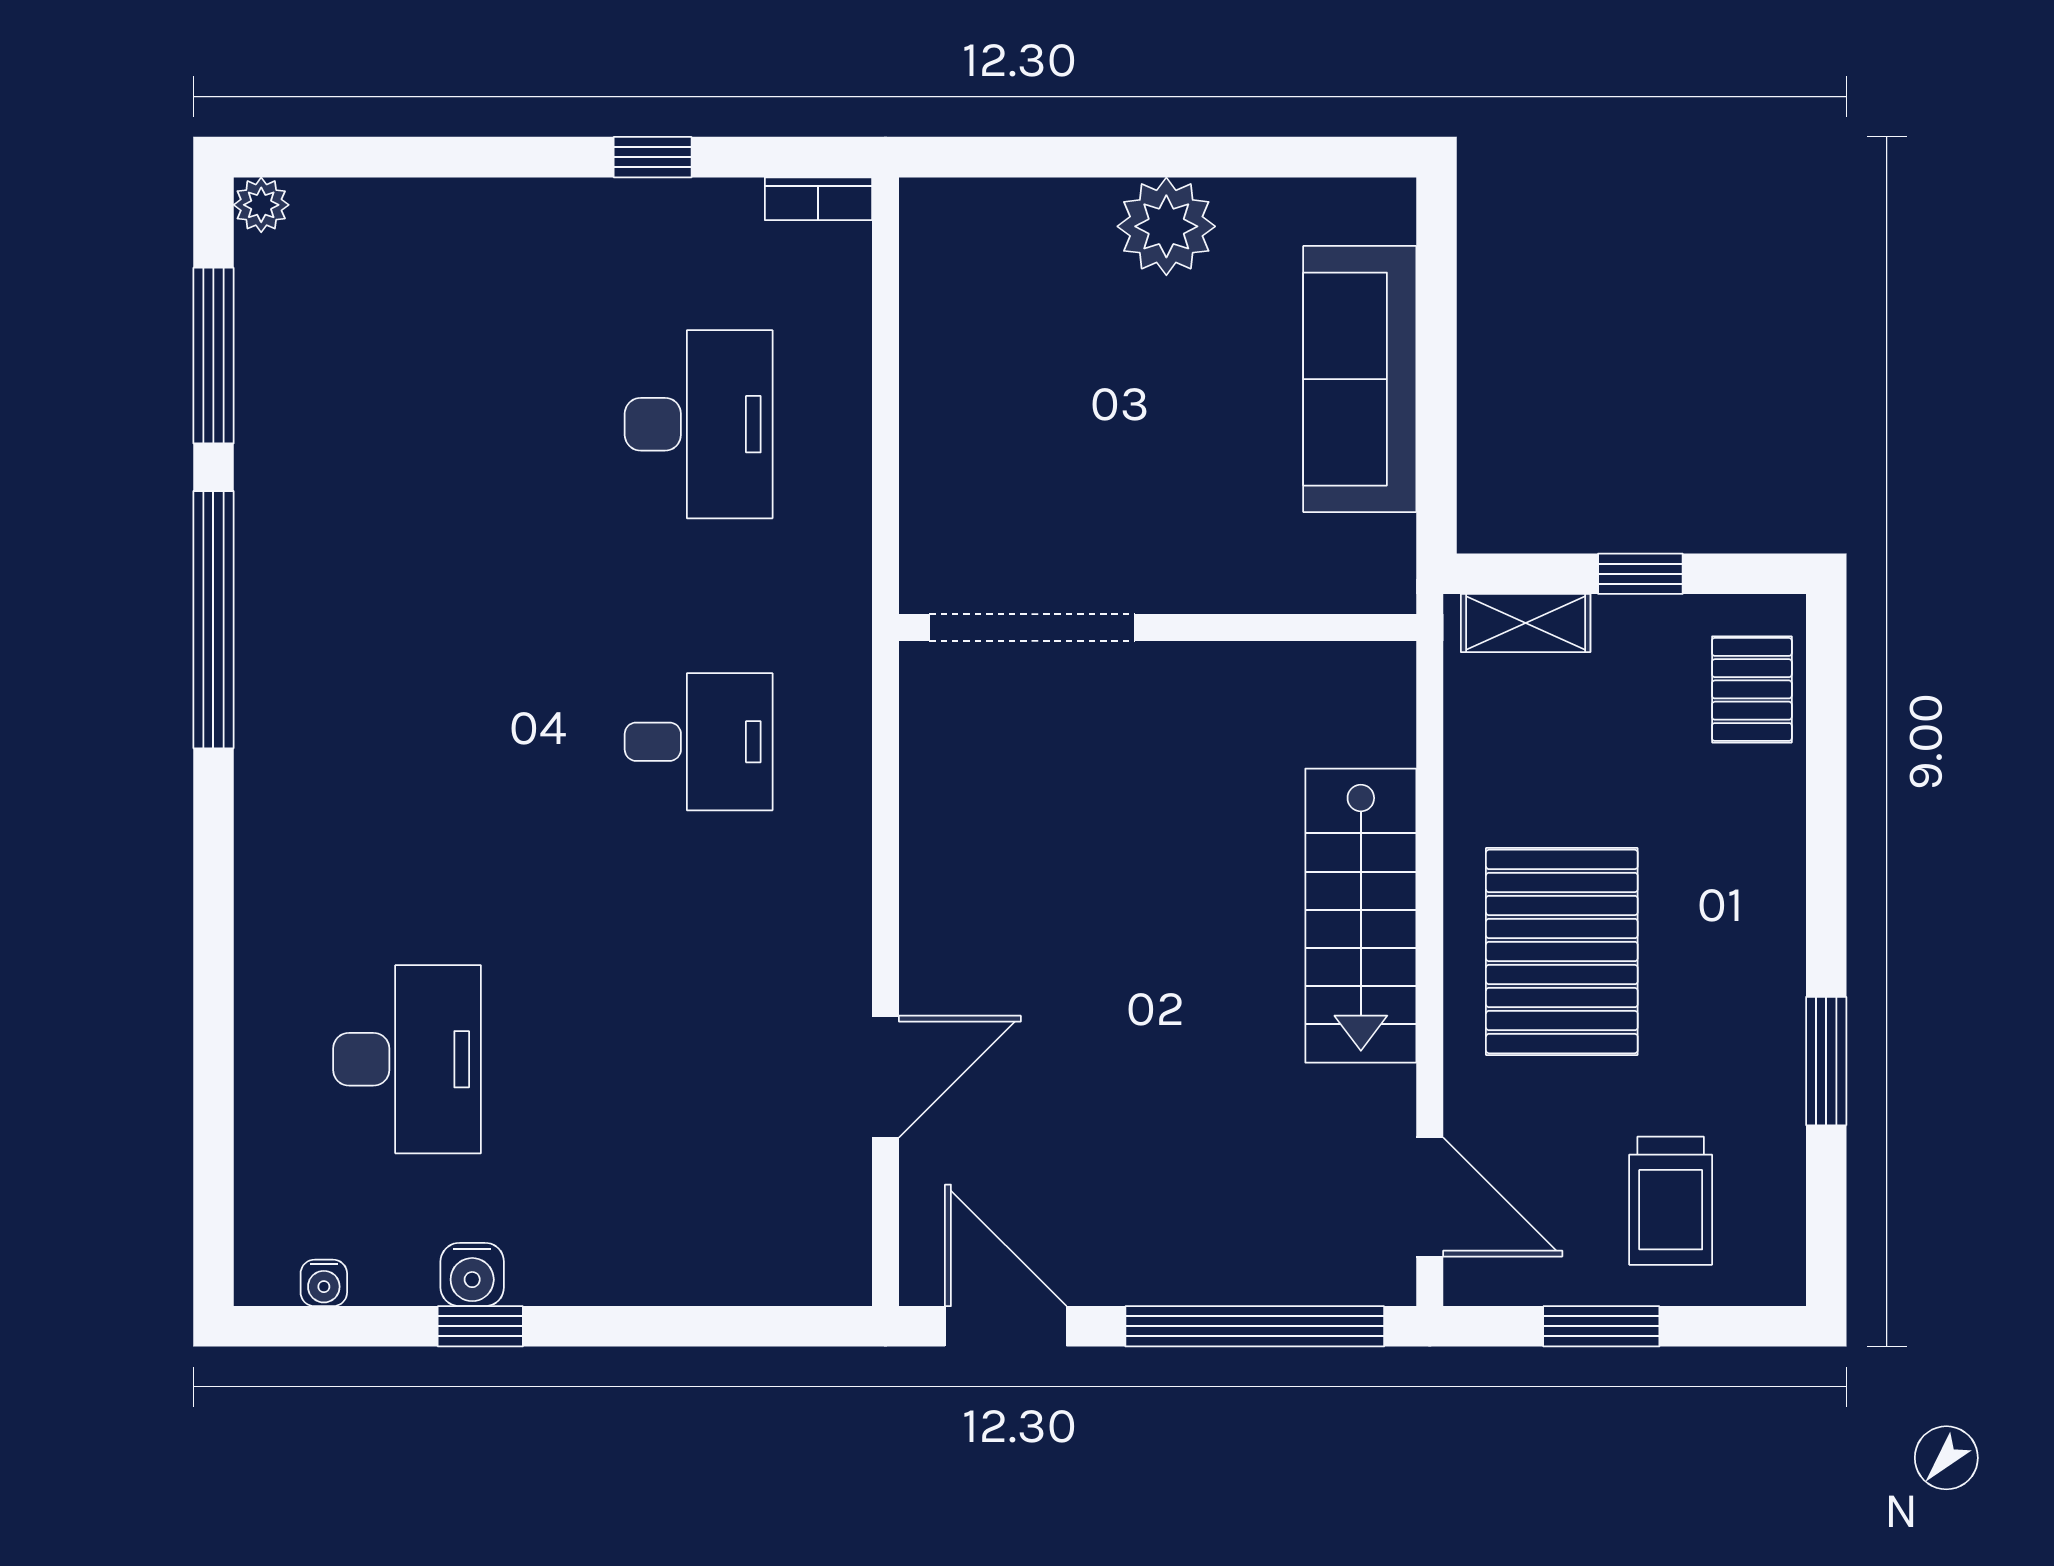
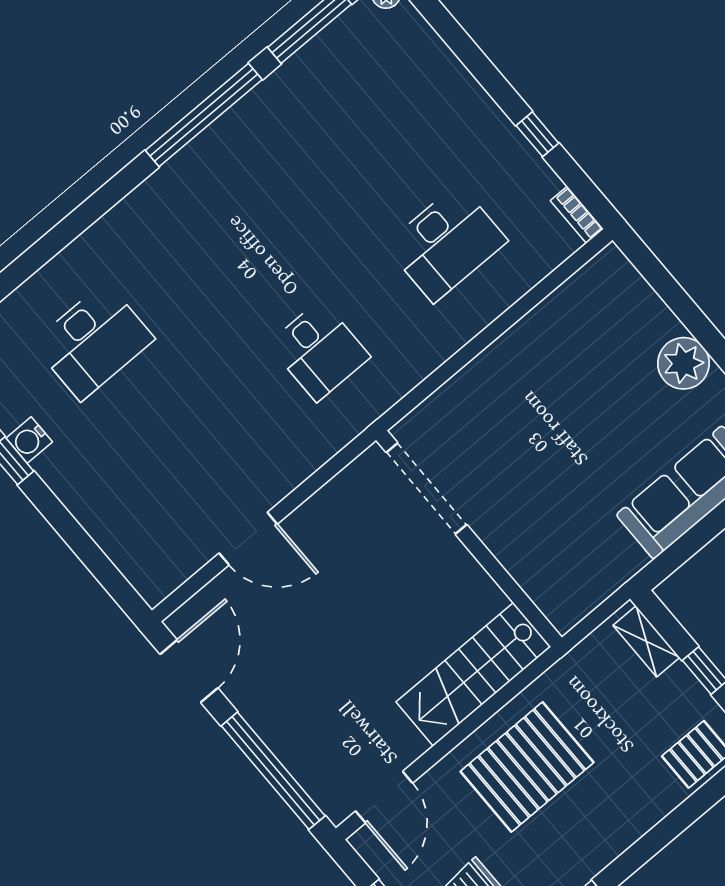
doorway: (1032, 627) -> (426, 488), moved
wall: (1158, 627) -> (469, 539), moved

